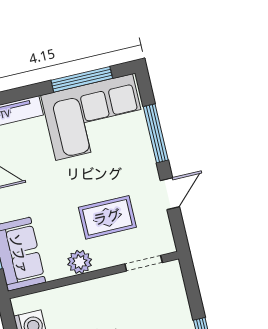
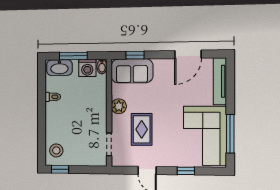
window: (156, 133) -> (186, 171), width x0.46
bidet: (23, 304) -> (102, 67), added

